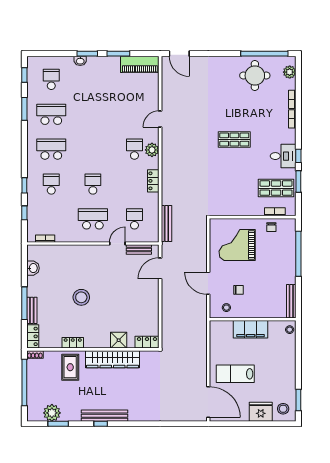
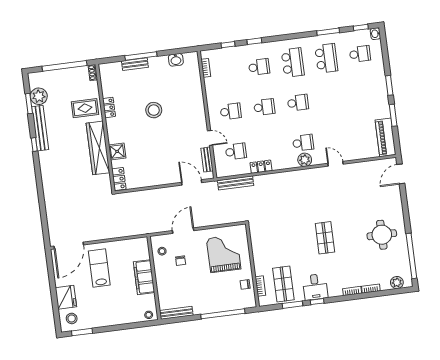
washbasin: (80, 61) -> (375, 34), moved
round table: (255, 76) -> (382, 235), moved
school desk: (93, 149) -> (298, 103), added
locker: (153, 181) -> (261, 167), moved
school desk: (93, 219) -> (231, 111), width x0.54
locker: (33, 336) -> (110, 68), removed
bench: (105, 416) -> (40, 128), moved

